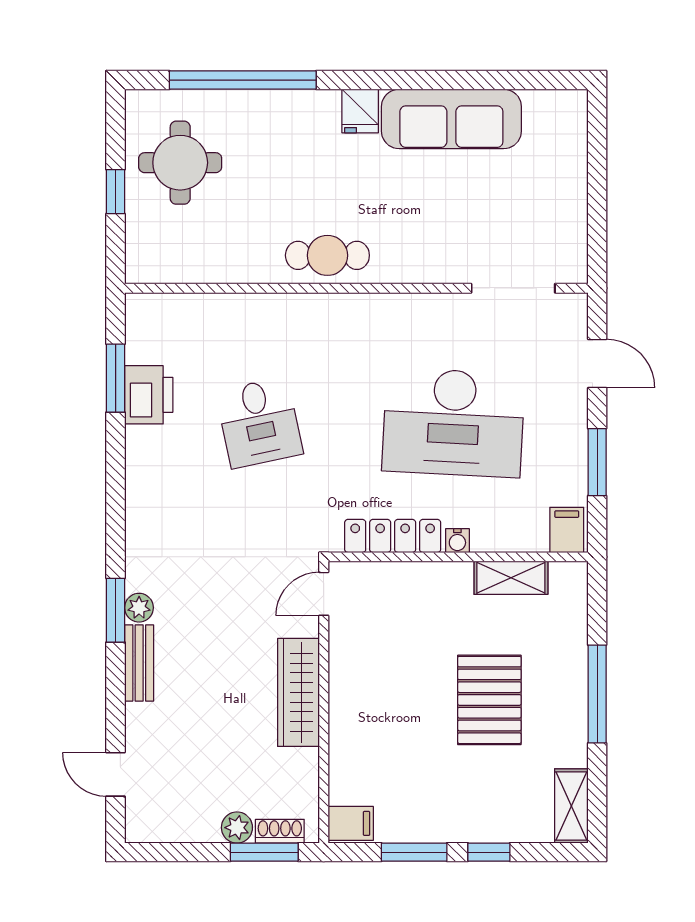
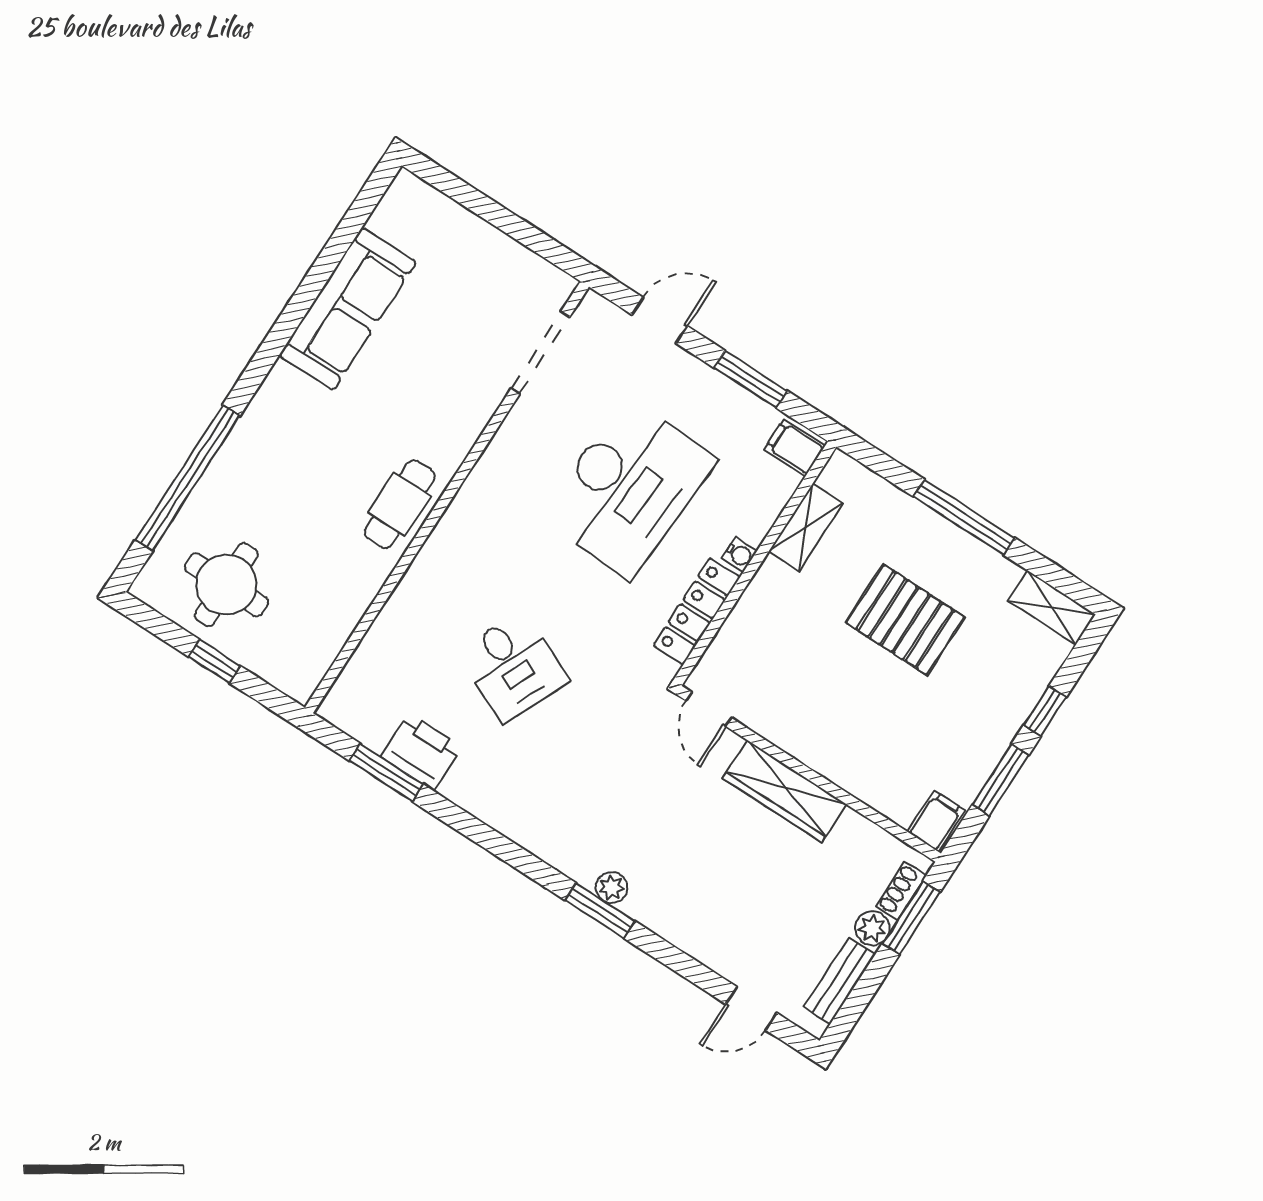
fridge: (360, 111) -> (286, 388), removed
desk: (259, 423) -> (513, 667), turned 36
bench: (139, 663) -> (840, 981), moved, turned 90

